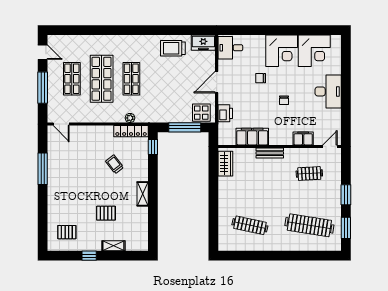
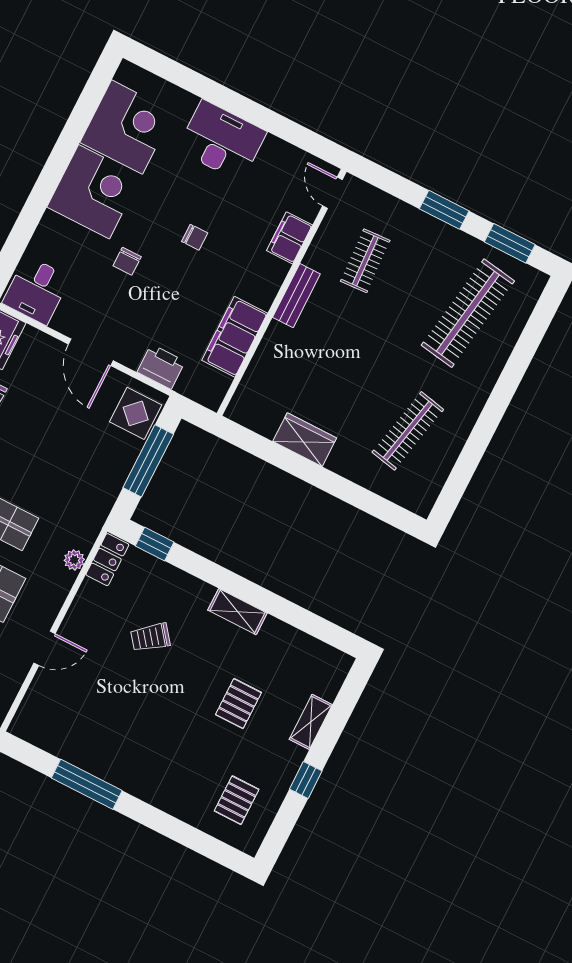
door: (61, 124) -> (44, 648), moved
locker: (131, 131) -> (107, 560), width x0.66
bench: (270, 153) -> (296, 296), moved
wardrobe: (225, 164) -> (305, 440), moved

